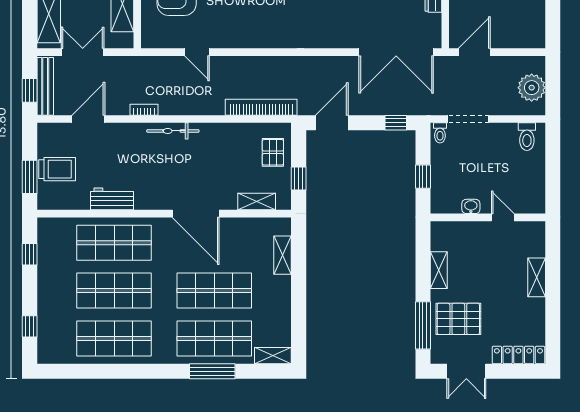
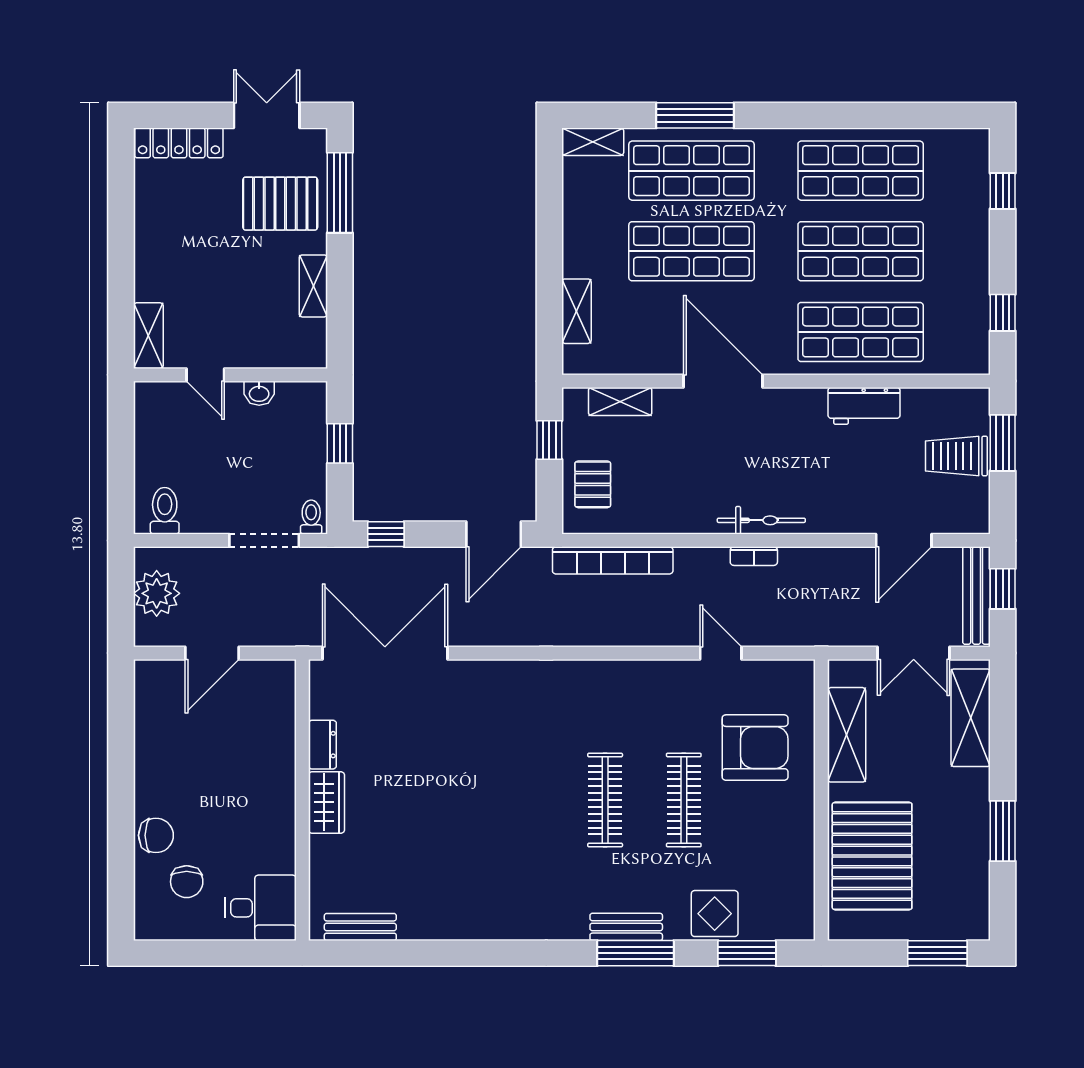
door: (474, 52) -> (212, 653), moved
bookcase: (144, 110) -> (754, 556), moved
shelving: (537, 277) -> (148, 336), moved

